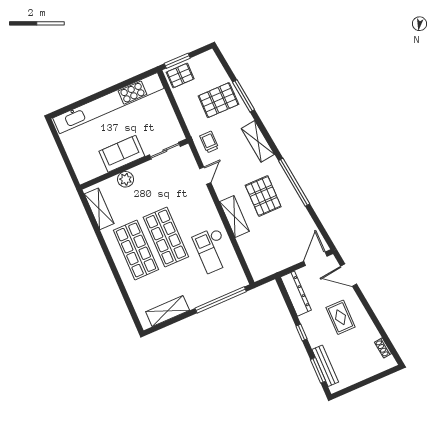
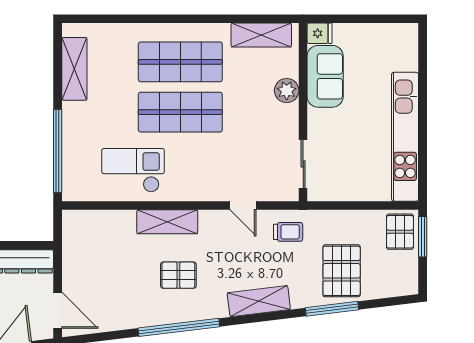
kitchen unit: (108, 103) -> (405, 137), width x0.73
sofa: (122, 154) -> (325, 76), moved
fridge: (83, 175) -> (320, 33), added
pallet: (263, 196) -> (178, 275), width x0.67, depth x0.71

